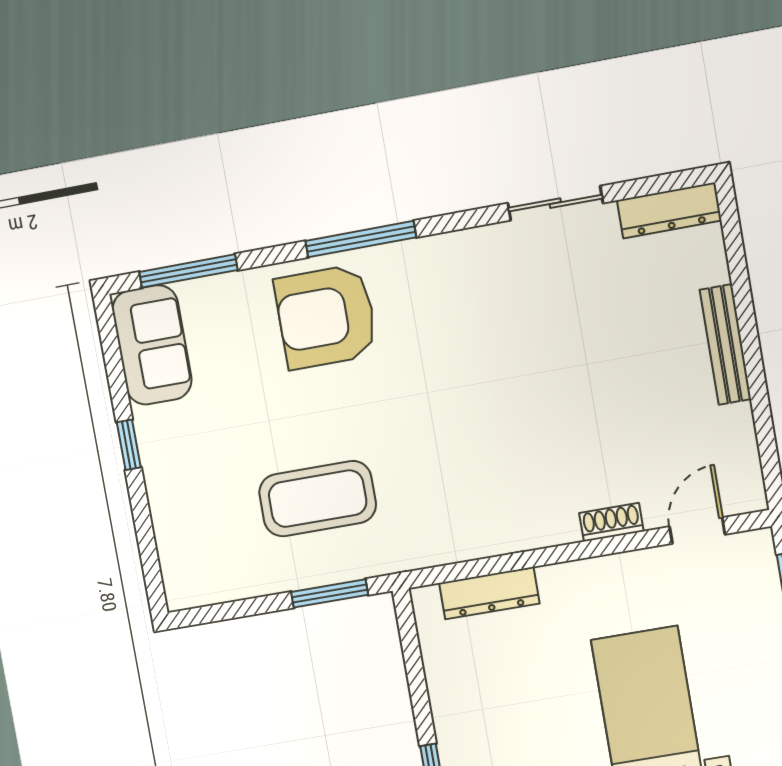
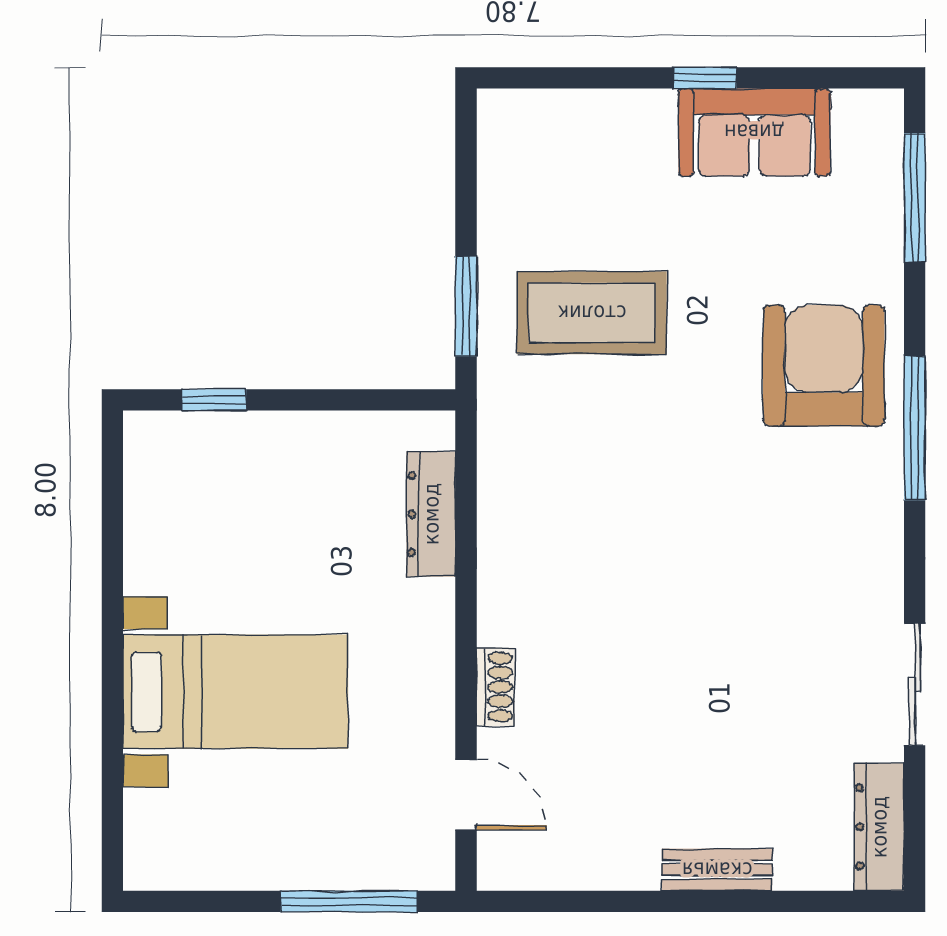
bench: (725, 344) -> (717, 870), width x0.73
sofa: (152, 345) -> (754, 132), moved
coffee table: (318, 499) -> (592, 313), turned 90

